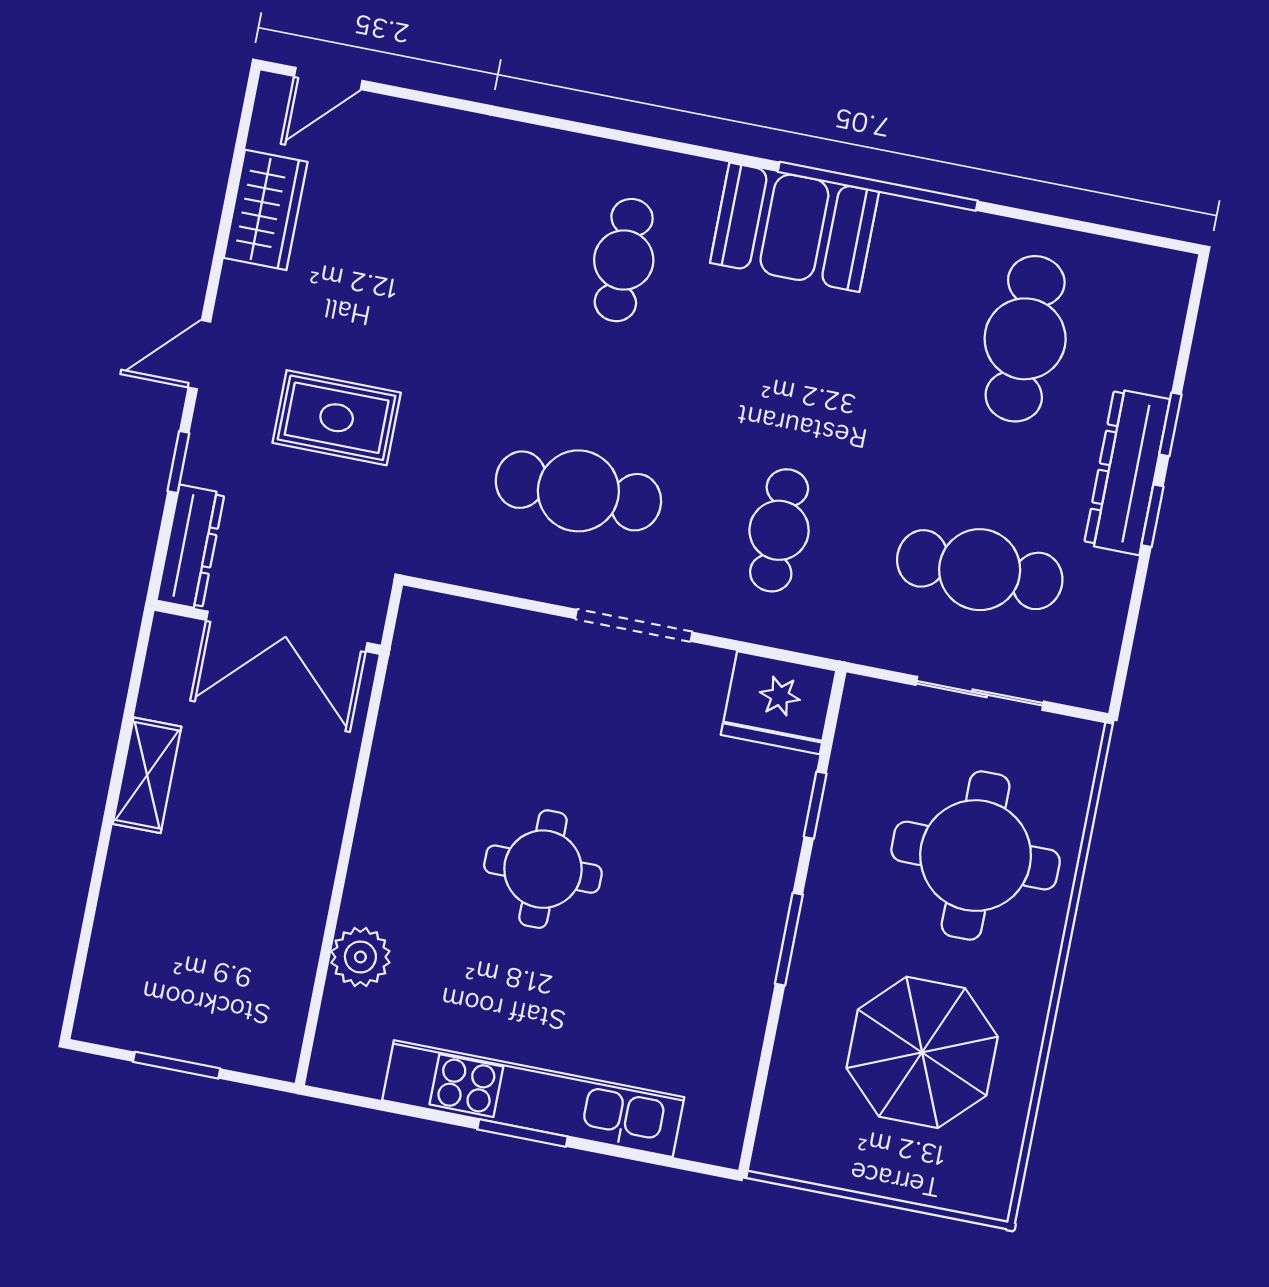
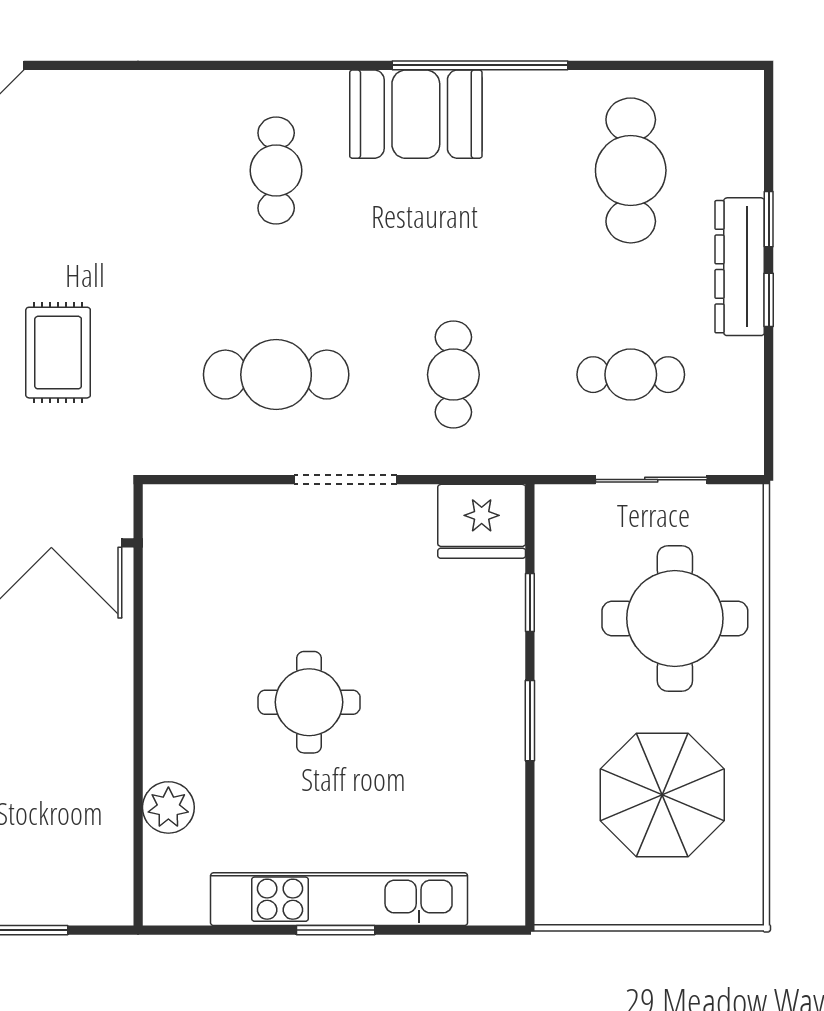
rug: (337, 418) -> (58, 353), turned 90
cafe table: (980, 570) -> (631, 375), width x0.73, depth x0.74

